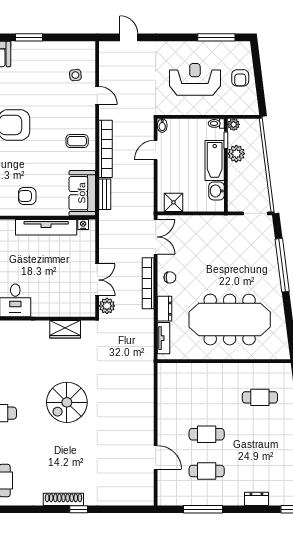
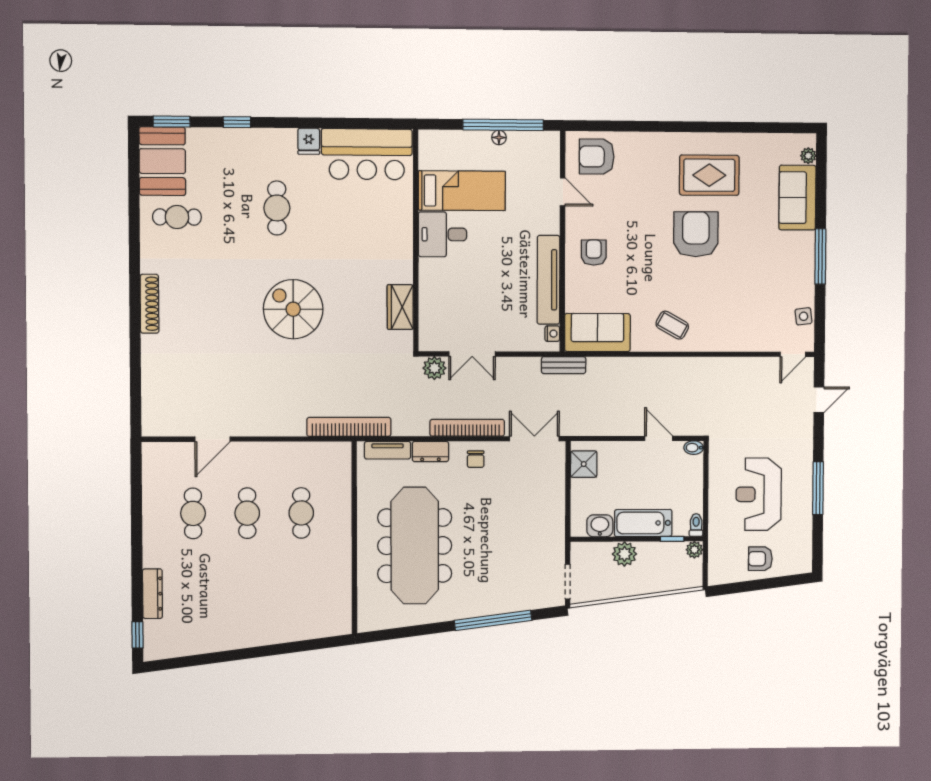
window: (29, 37) -> (820, 256), width x1.44
window: (216, 37) -> (818, 488), moved
side table: (75, 75) -> (804, 316), moved
reception desk: (195, 79) -> (759, 494), turned 180
door: (97, 95) -> (793, 354), moved
coffee table: (77, 141) -> (672, 325), turned -61
bookcase: (105, 149) -> (349, 427), moved, turned 180
plant: (236, 154) -> (624, 554), moved
bench: (105, 194) -> (564, 365), moved
double door: (156, 237) -> (534, 439), swing flipped
cafe table: (260, 397) -> (301, 513), moved
dresser: (256, 499) -> (152, 594), width x1.44
window: (79, 509) -> (135, 326), removed
window: (203, 509) -> (136, 508), removed

